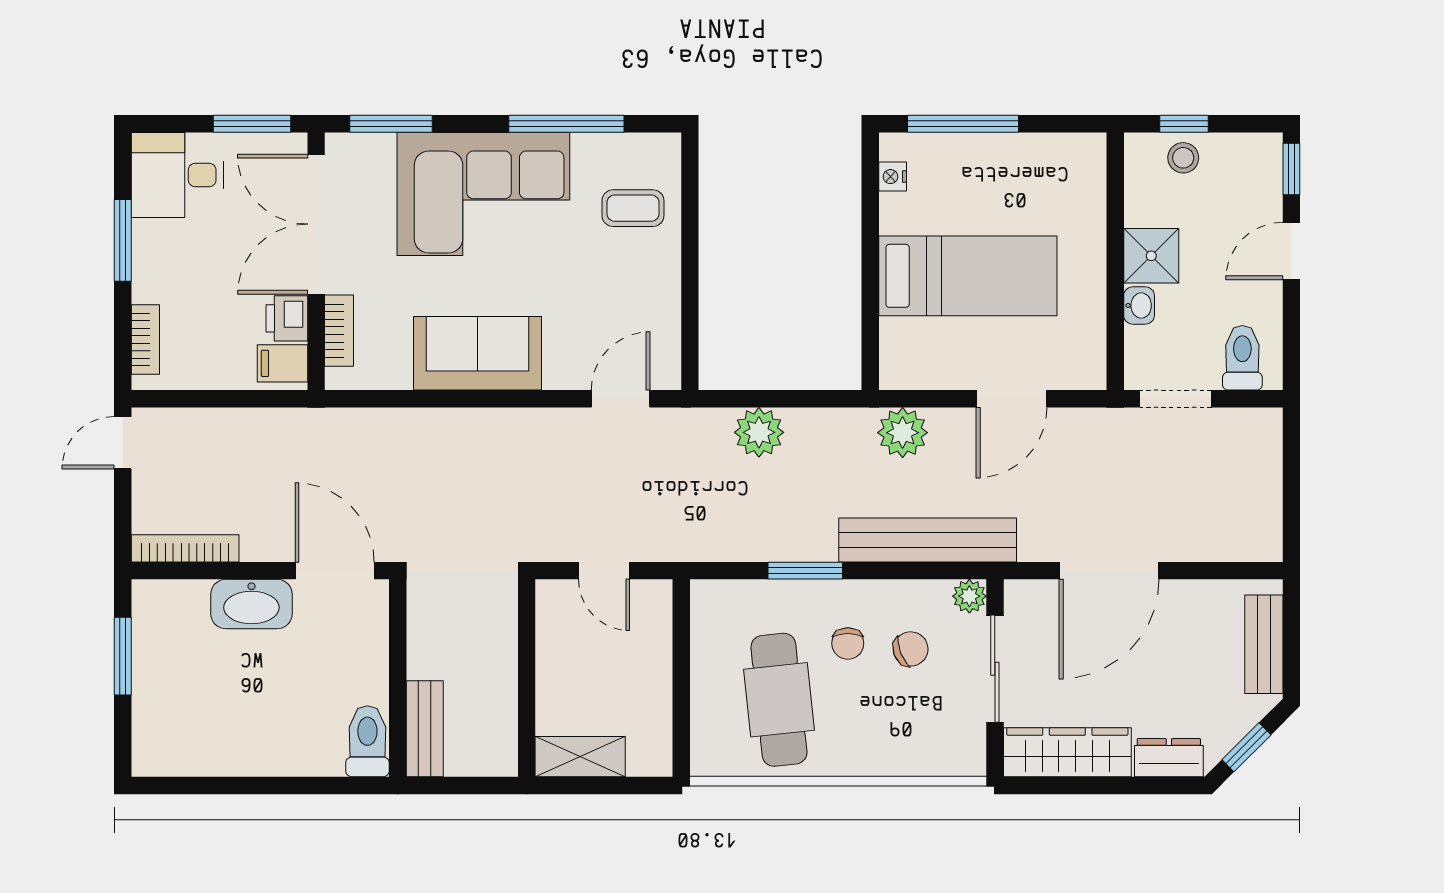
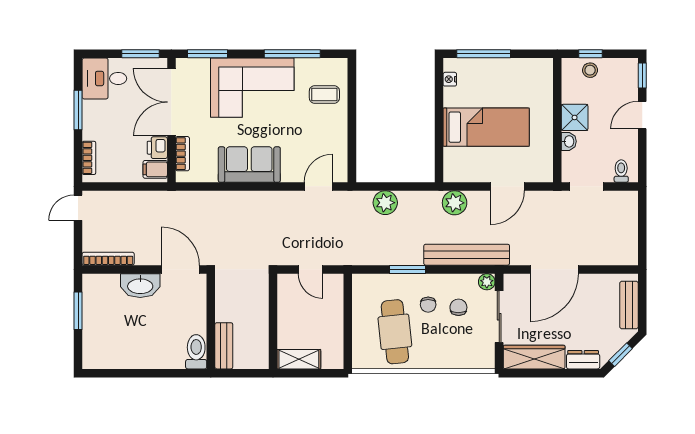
toilet: (1242, 358) -> (621, 171), width x0.73, depth x0.72
chair: (911, 649) -> (458, 307), turned -68

